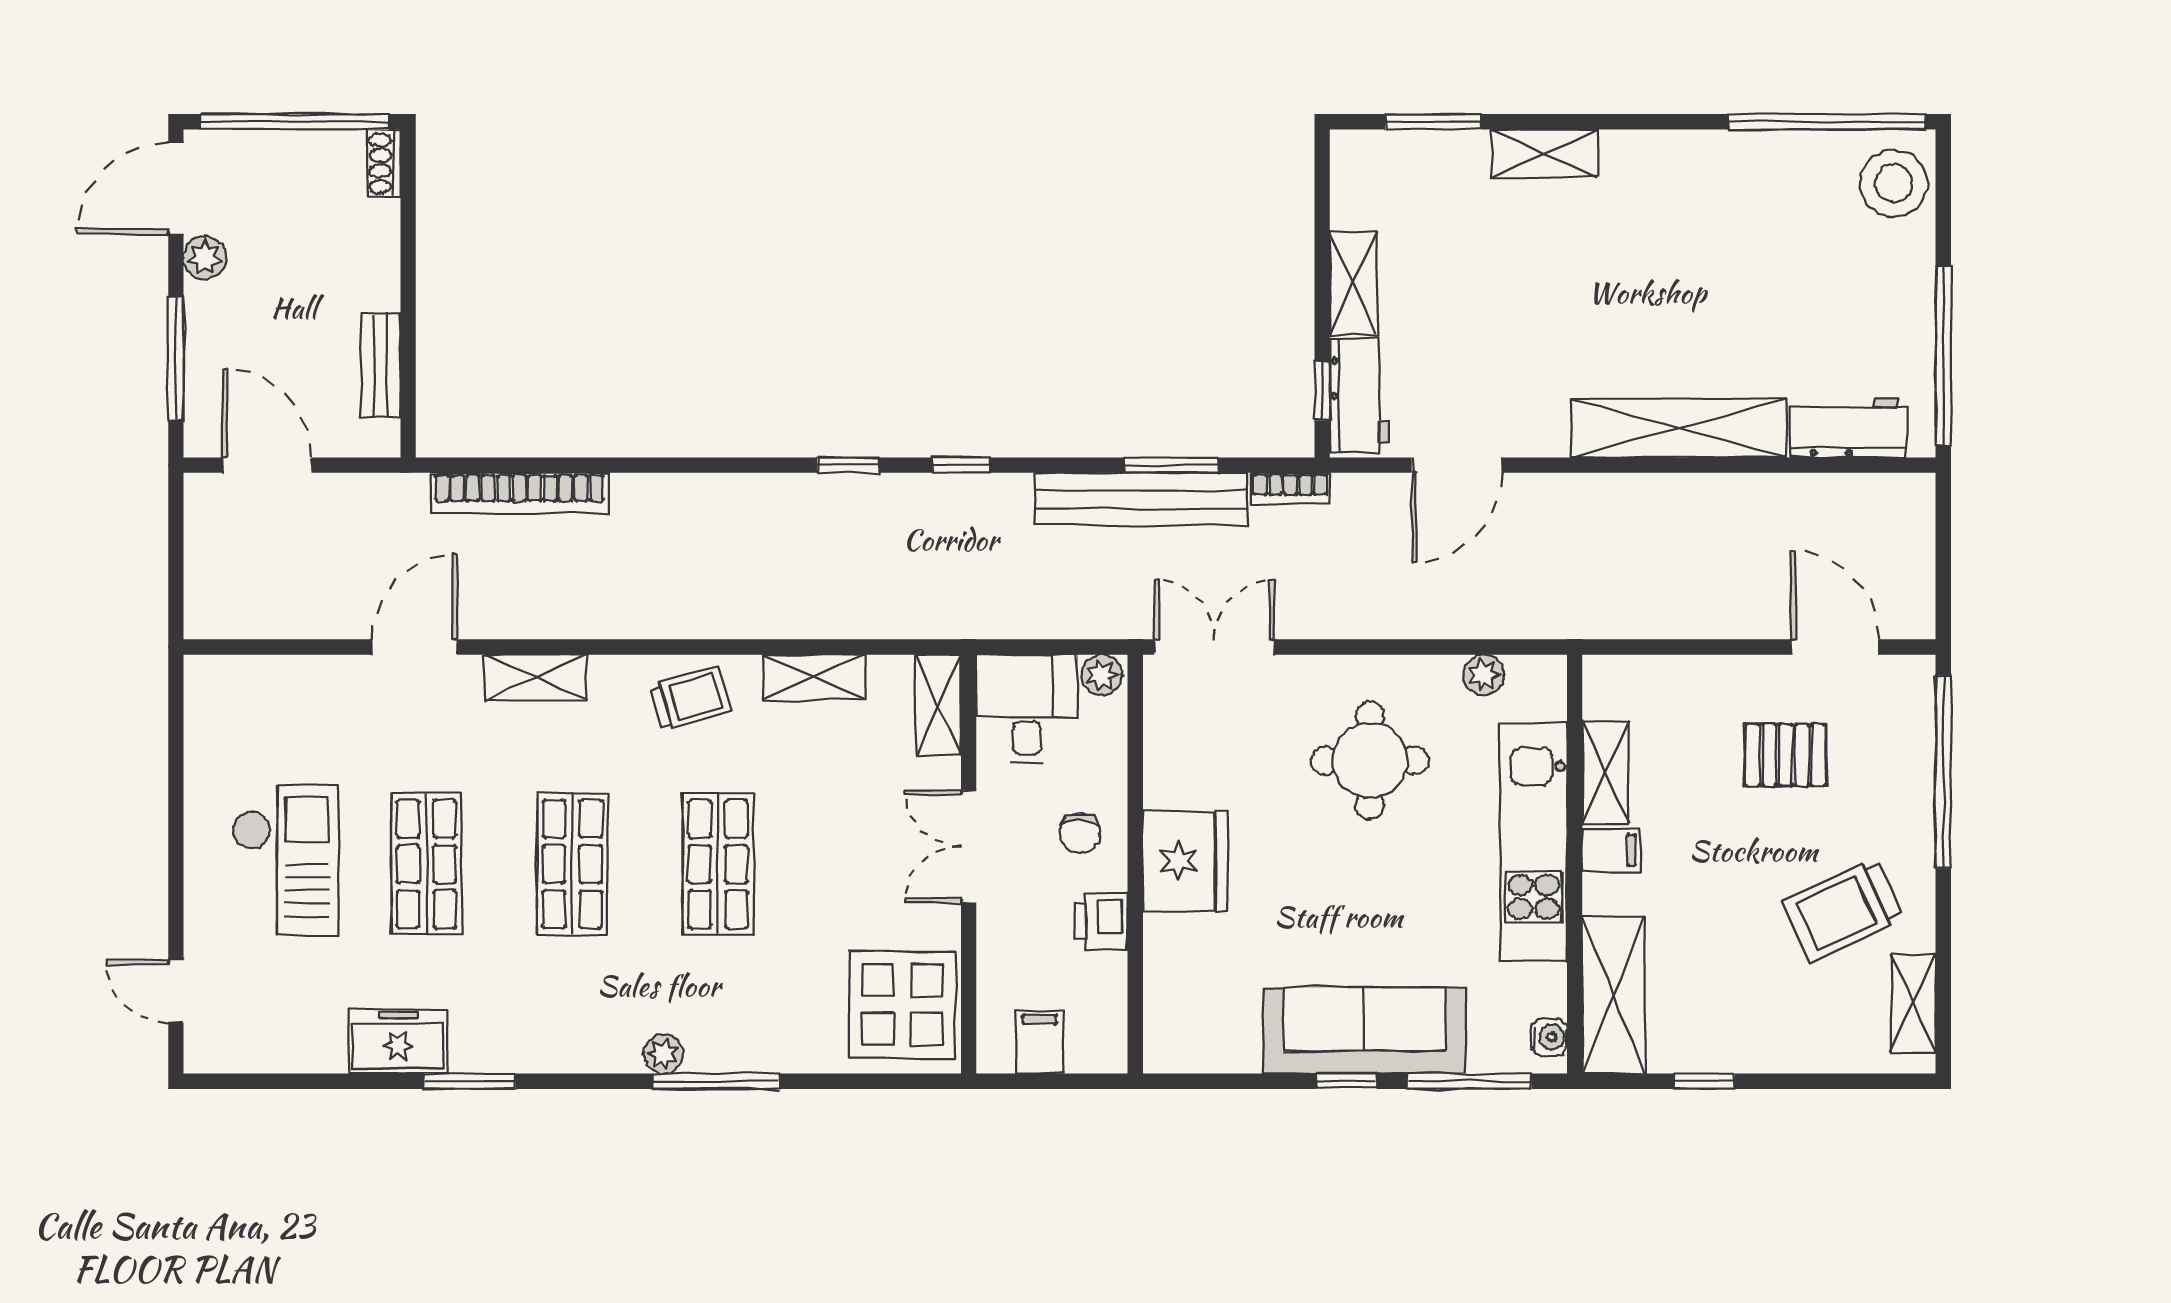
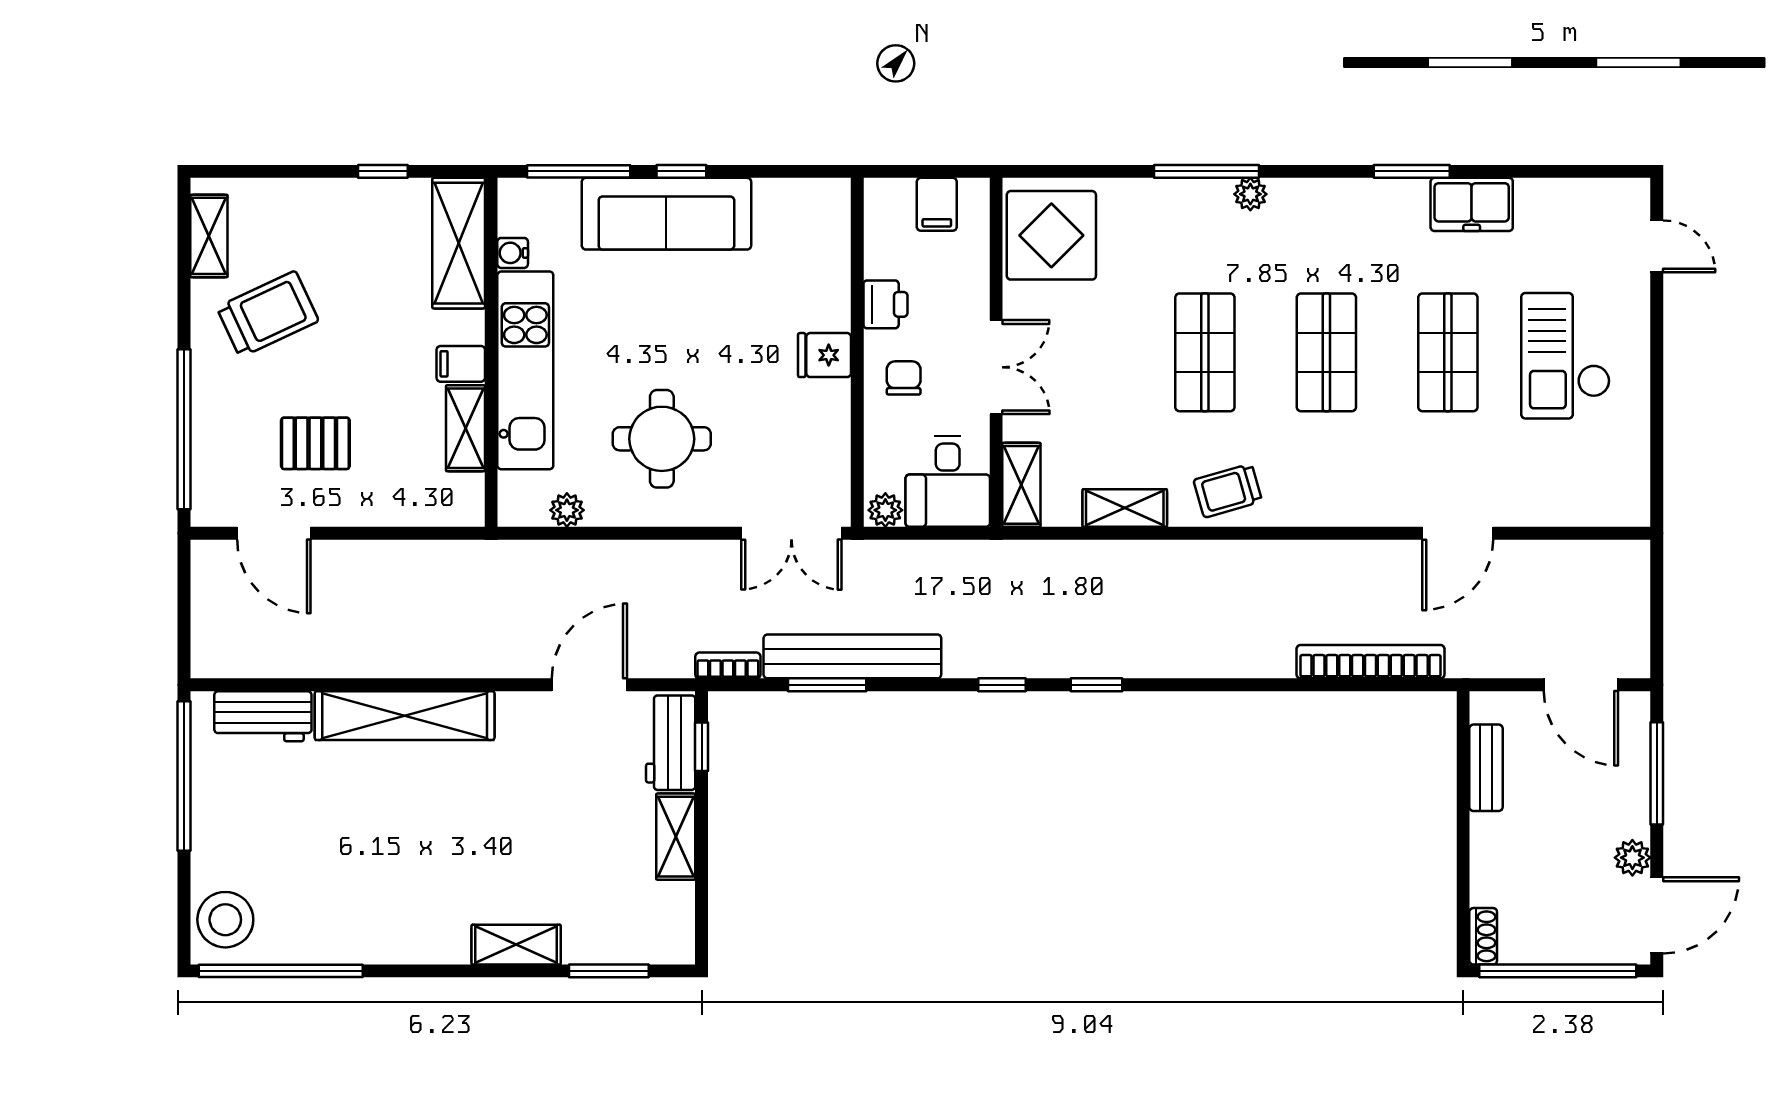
shelving: (536, 677) -> (1357, 508), removed
fridge: (1185, 861) -> (824, 355), width x0.53, depth x0.75
water cooler: (1549, 1037) -> (513, 253), moved

